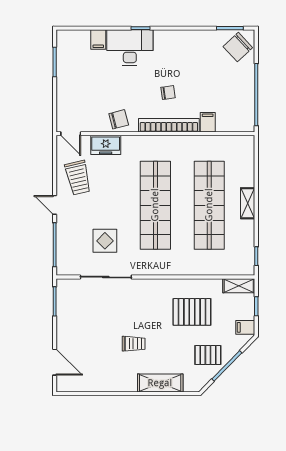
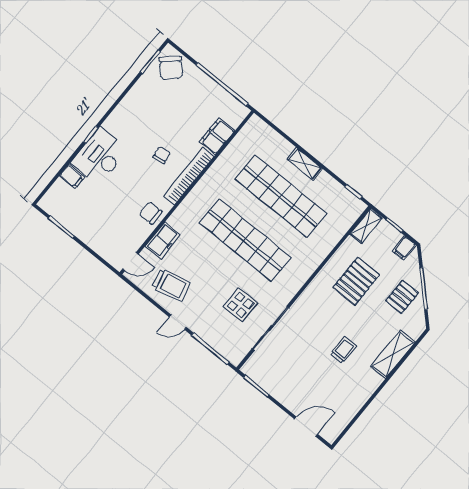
chair: (119, 119) -> (151, 213), turned -75
filing cabinet: (208, 122) -> (217, 136), width x2.00

